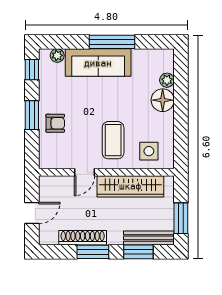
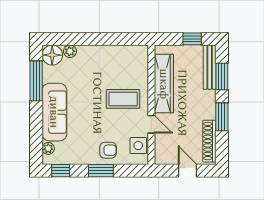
window: (112, 42) -> (36, 81), moved
floor lamp: (163, 100) -> (52, 55), moved
armchair: (55, 123) -> (108, 150), turned 90
side table: (149, 151) -> (138, 146), moved
window: (181, 218) -> (192, 39), width x0.67
shoe rack: (83, 238) -> (209, 141), moved

